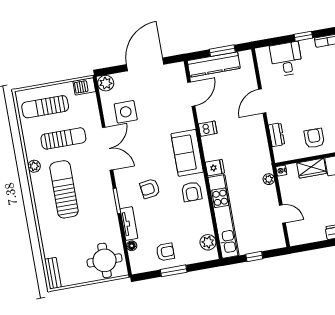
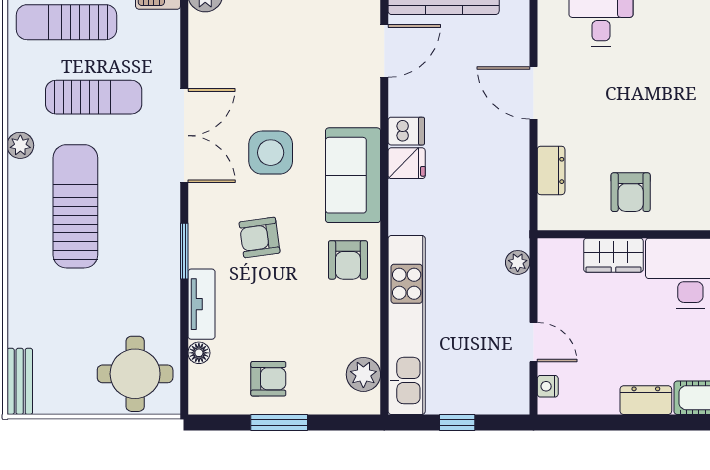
door: (262, 101) -> (534, 93), hinge flipped
side table: (126, 112) -> (271, 153), moved
armchair: (314, 138) -> (631, 192), turned 180
fridge: (215, 168) -> (407, 163), moved
nightstand: (281, 171) -> (548, 386), moved

